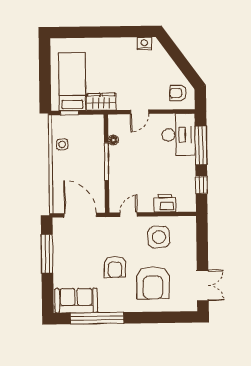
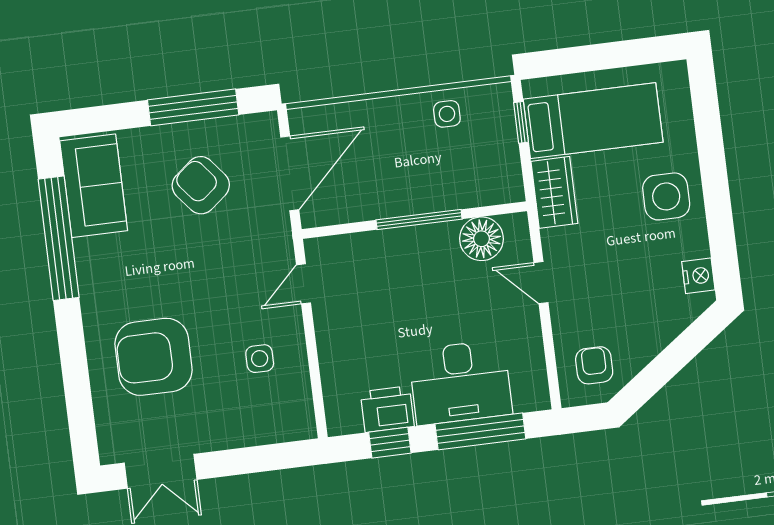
side table: (108, 54) -> (666, 196), added
desk: (179, 135) -> (460, 382), moved
floor lamp: (113, 140) -> (481, 239), width x1.89, depth x1.89
printer: (165, 203) -> (387, 409), moved, turned -90
door: (129, 215) -> (304, 284), swing flipped
side table: (159, 237) -> (260, 359), width x0.54, depth x0.54
armchair: (115, 267) -> (201, 185), moved, turned 51

